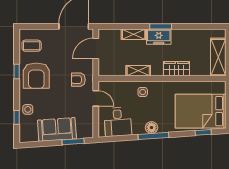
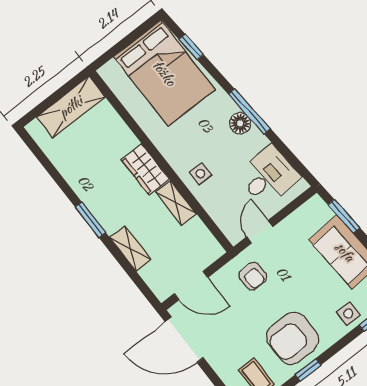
freezer: (159, 37) -> (107, 211), removed
wardrobe: (176, 69) -> (145, 169), moved
armchair: (36, 76) -> (292, 338), turned 180

